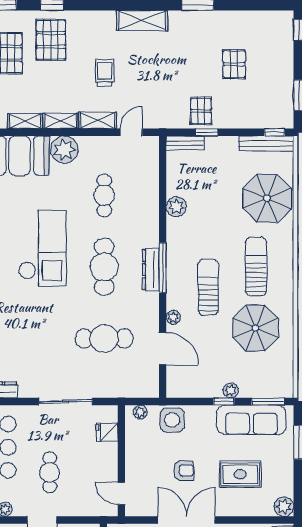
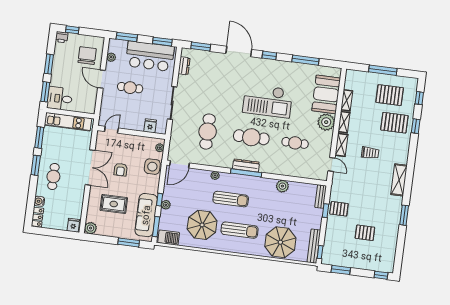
door: (163, 349) -> (179, 164), moved
barbecue: (283, 379) -> (169, 238), added
rug: (240, 474) -> (114, 204), turned 90

